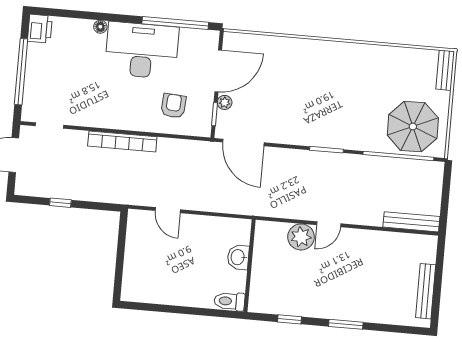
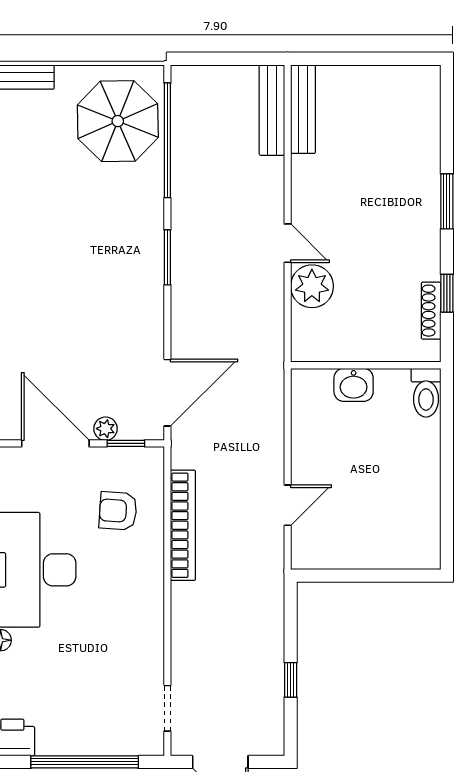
bookcase: (122, 141) -> (183, 525), moved
bench: (426, 291) -> (303, 109), moved, turned 90
shoe rack: (280, 309) -> (431, 311), added

